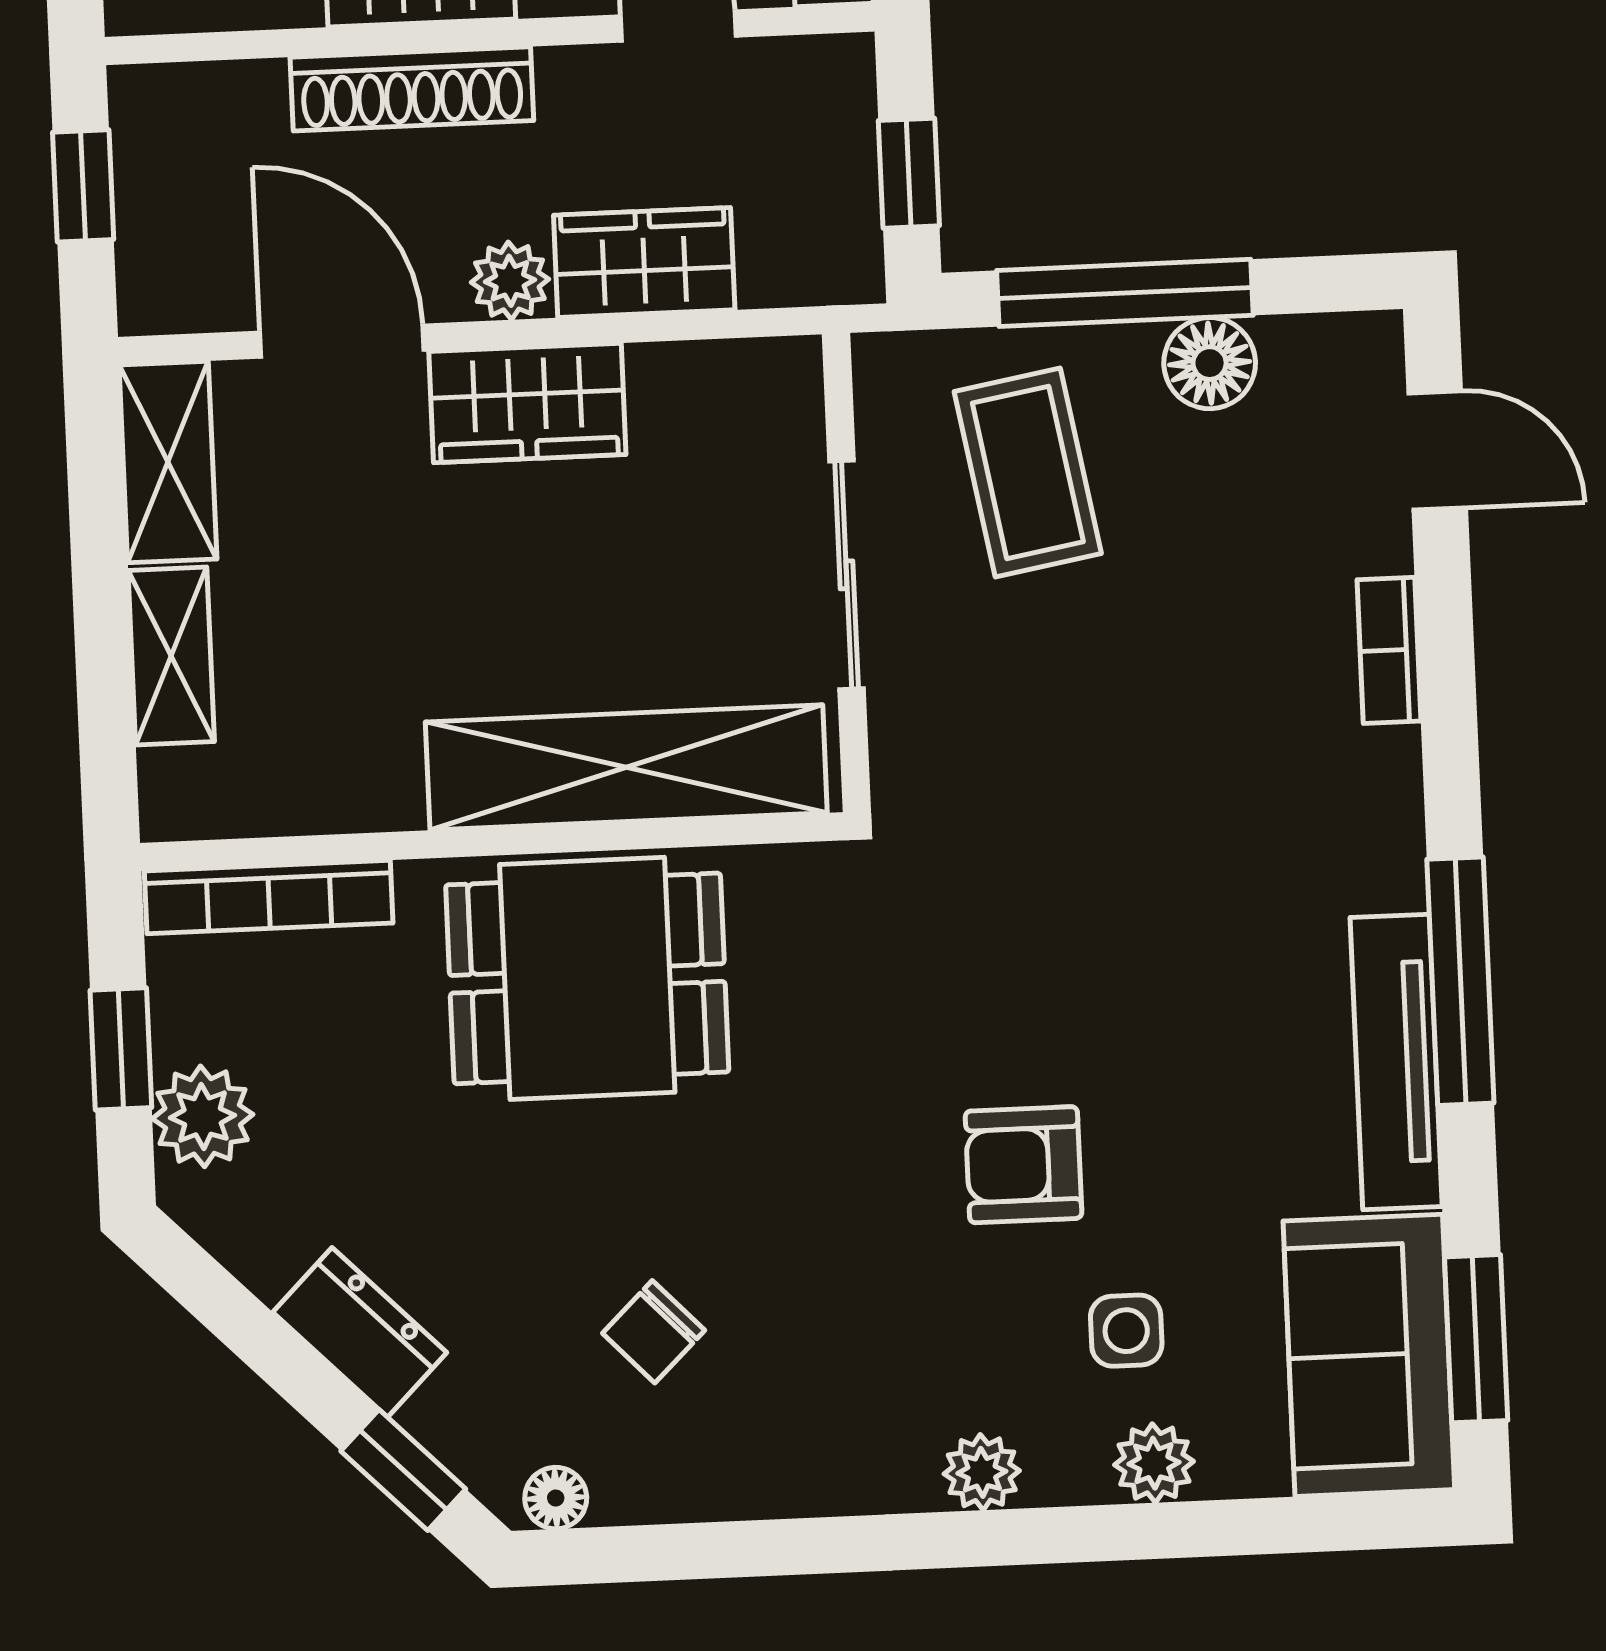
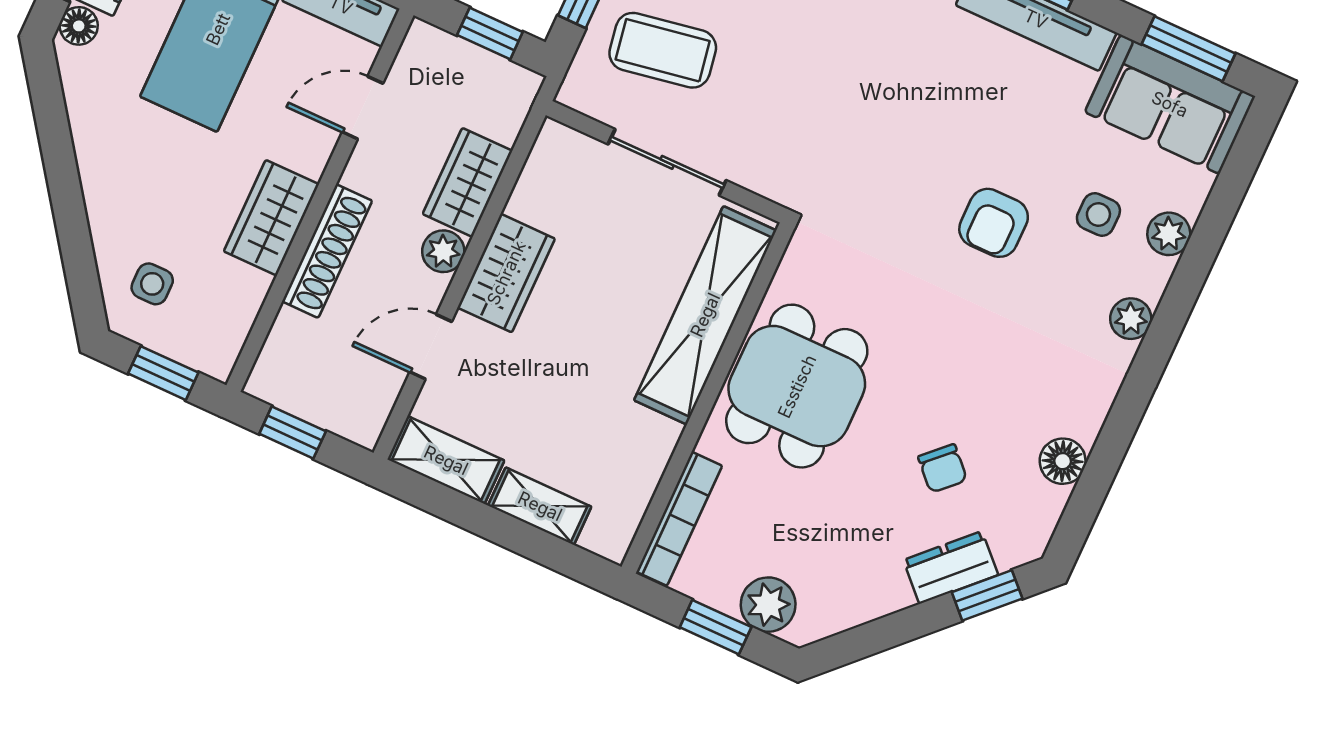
door: (342, 341) -> (431, 347), width x0.73
dresser: (360, 1332) -> (951, 567), moved
chair: (654, 1332) -> (943, 468), moved
floor lamp: (556, 1498) -> (1063, 461), moved, width x1.37, depth x1.37

